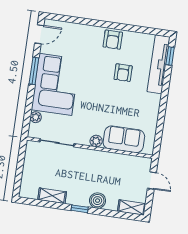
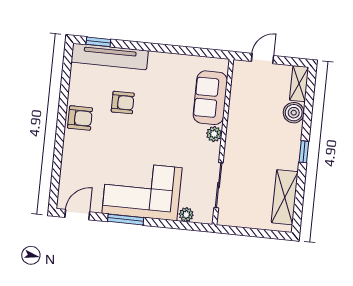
door: (39, 34) -> (77, 215), hinge flipped
shelving: (52, 196) -> (285, 197), width x1.50, depth x1.33
boiler: (98, 201) -> (294, 113), moved

